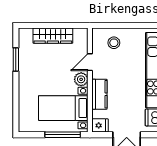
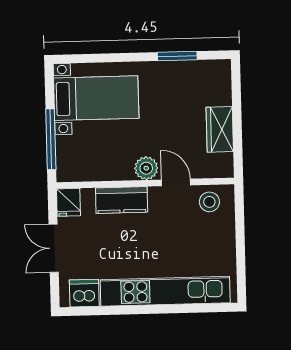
wardrobe: (53, 36) -> (220, 129), width x0.67
stool: (114, 43) -> (209, 202), moved
bed with nightstands: (63, 108) -> (96, 98), moved, turned 90

